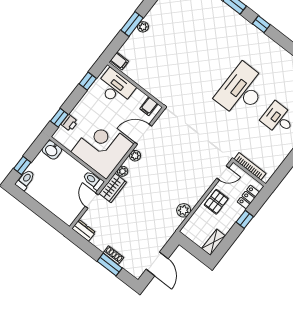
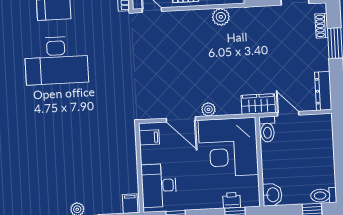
plant: (123, 171) -> (234, 108), removed
door: (92, 201) -> (288, 114), swing flipped
dresser: (84, 230) -> (323, 91), width x1.44
shoe rack: (113, 255) -> (322, 26), moved

